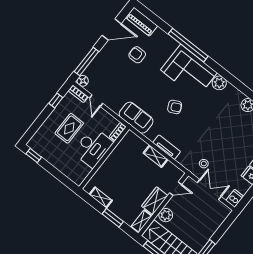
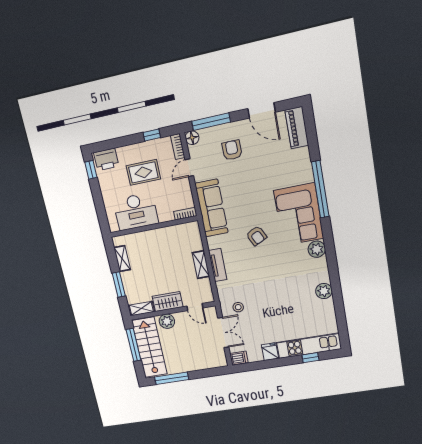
armchair: (137, 55) -> (232, 150), moved
sofa: (136, 118) -> (211, 208), width x1.36
printer: (39, 140) -> (106, 159), added
desk: (93, 147) -> (136, 212), moved

